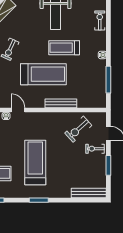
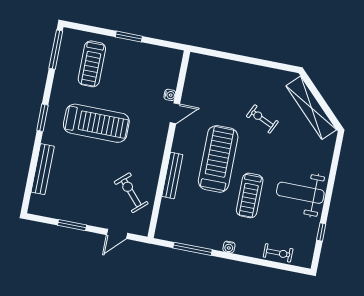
treadmill: (64, 48) -> (250, 195), turned 180
treadmill: (43, 74) -> (218, 159), turned 180
exercise bike: (95, 149) -> (99, 211), removed
bench: (89, 193) -> (43, 169), moved

